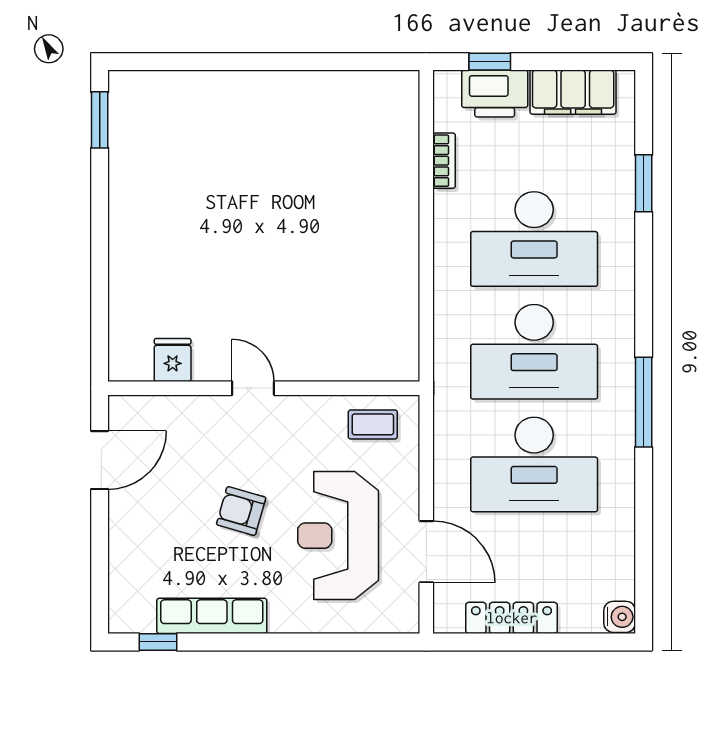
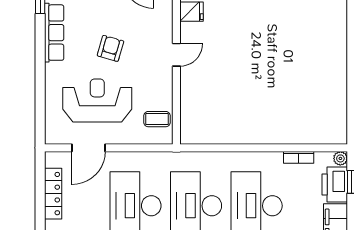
plant: (446, 83) -> (340, 158), added
coffee table: (373, 424) -> (157, 119), turned 90

